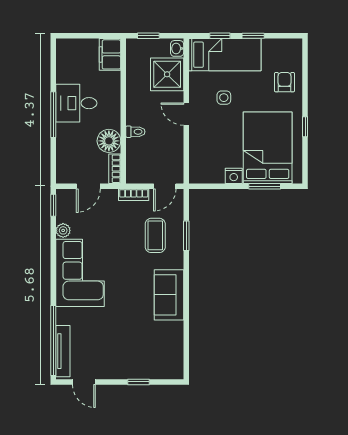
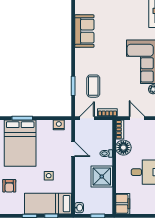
shower: (167, 74) -> (102, 177), moved
door: (186, 114) -> (73, 149), moved
nightstand: (234, 176) -> (59, 125), moved
door: (88, 186) -> (137, 118), hinge flipped
sofa: (169, 295) -> (84, 31), moved

